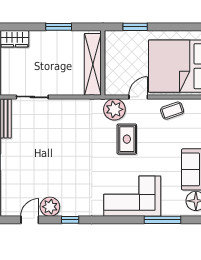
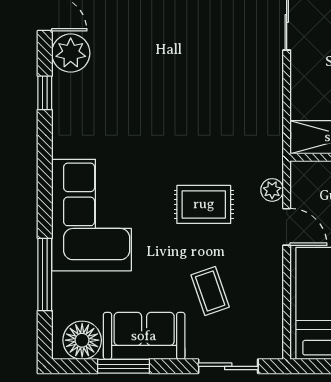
plant: (114, 109) -> (272, 190), width x0.53, depth x0.53
coffee table: (172, 111) -> (210, 291), moved

